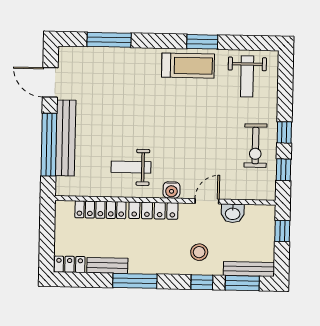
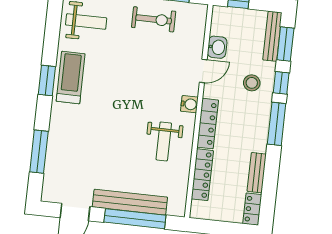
window: (202, 42) -> (47, 81), moved
door: (207, 201) -> (203, 71), swing flipped
window: (135, 281) -> (277, 124), moved

